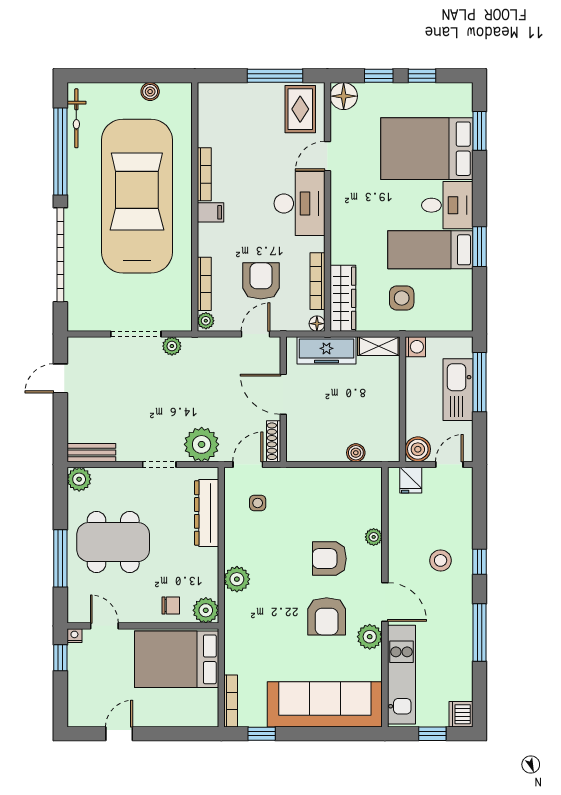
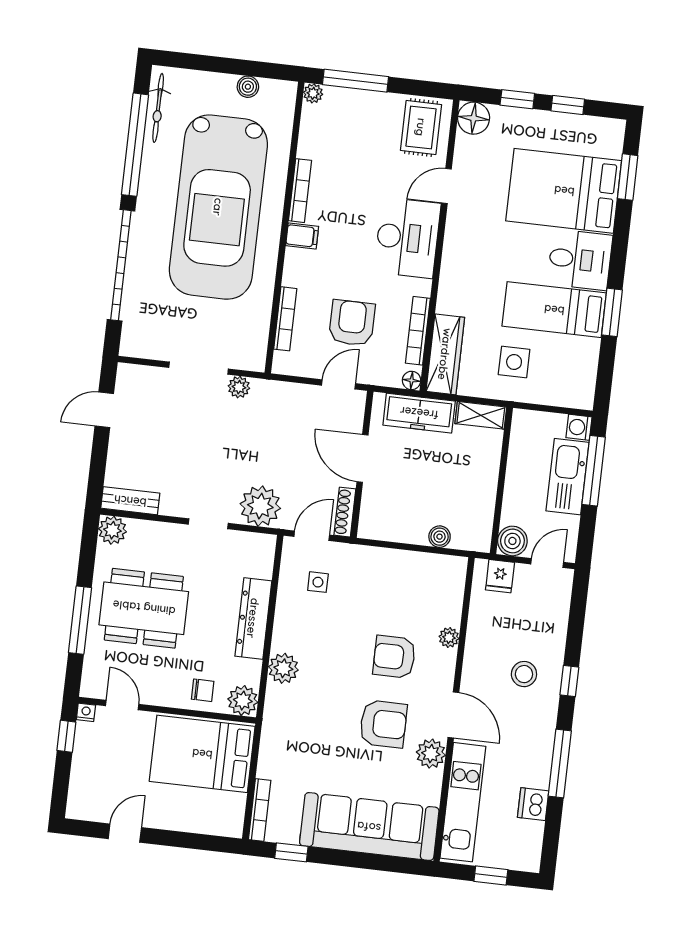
window: (275, 76) -> (356, 81), moved
car: (137, 196) -> (218, 207), turned 180
plant: (206, 321) -> (313, 93), moved
washing machine: (415, 347) -> (579, 427), moved, turned 180
dresser: (207, 513) -> (253, 618), moved
armchair: (327, 616) -> (383, 724), turned -90
dishwasher: (461, 714) -> (533, 804), moved

